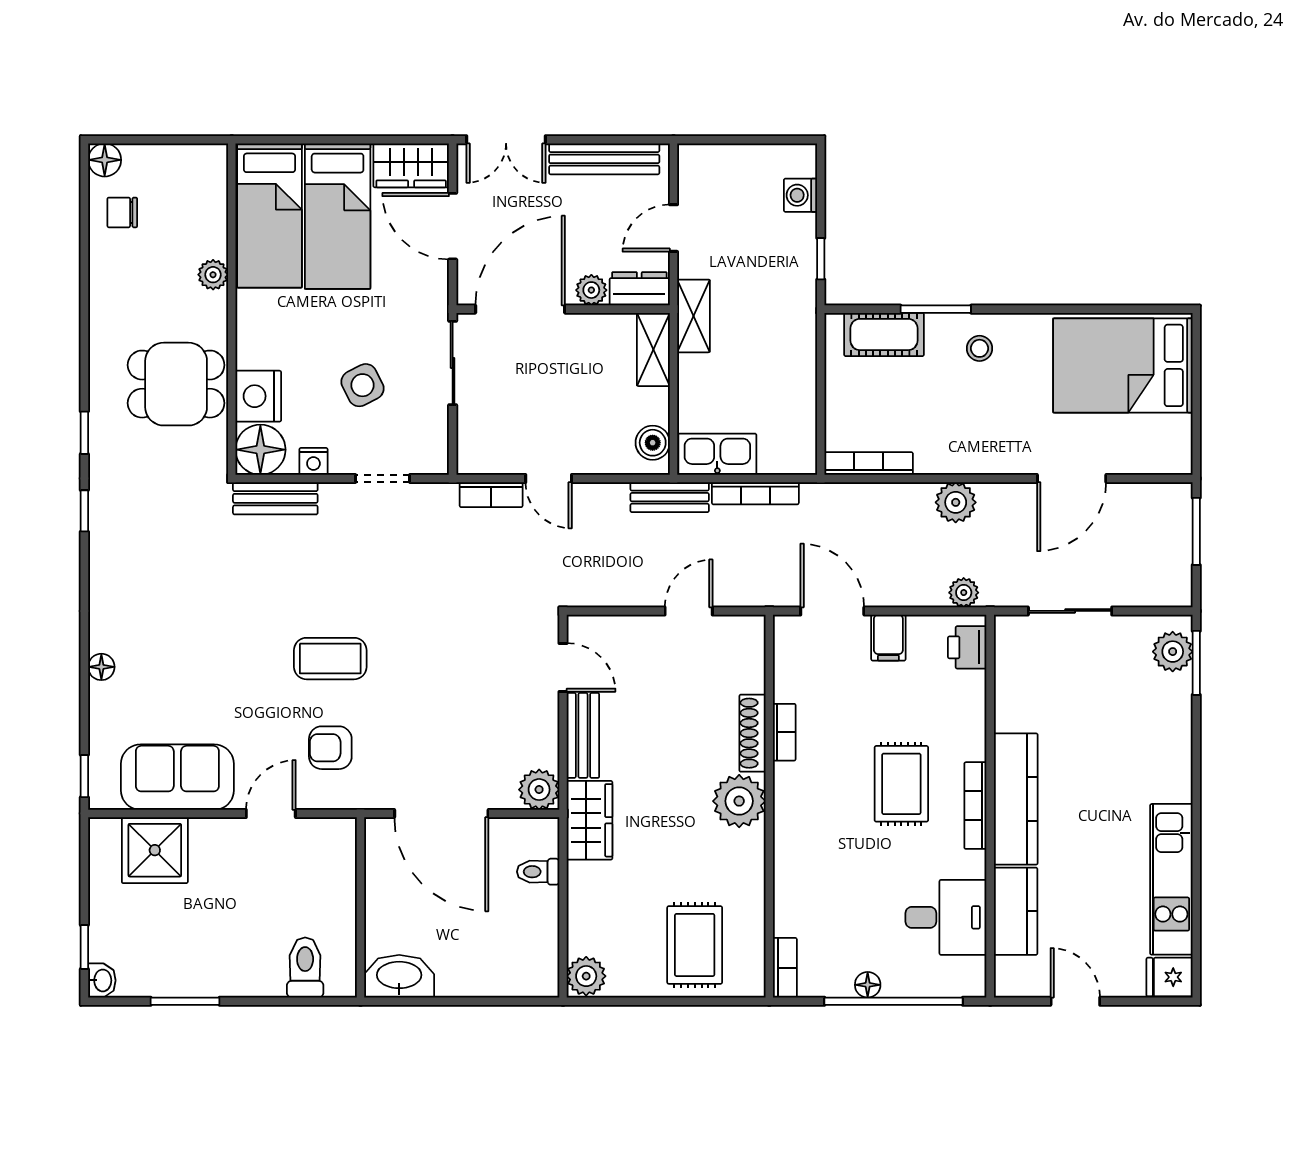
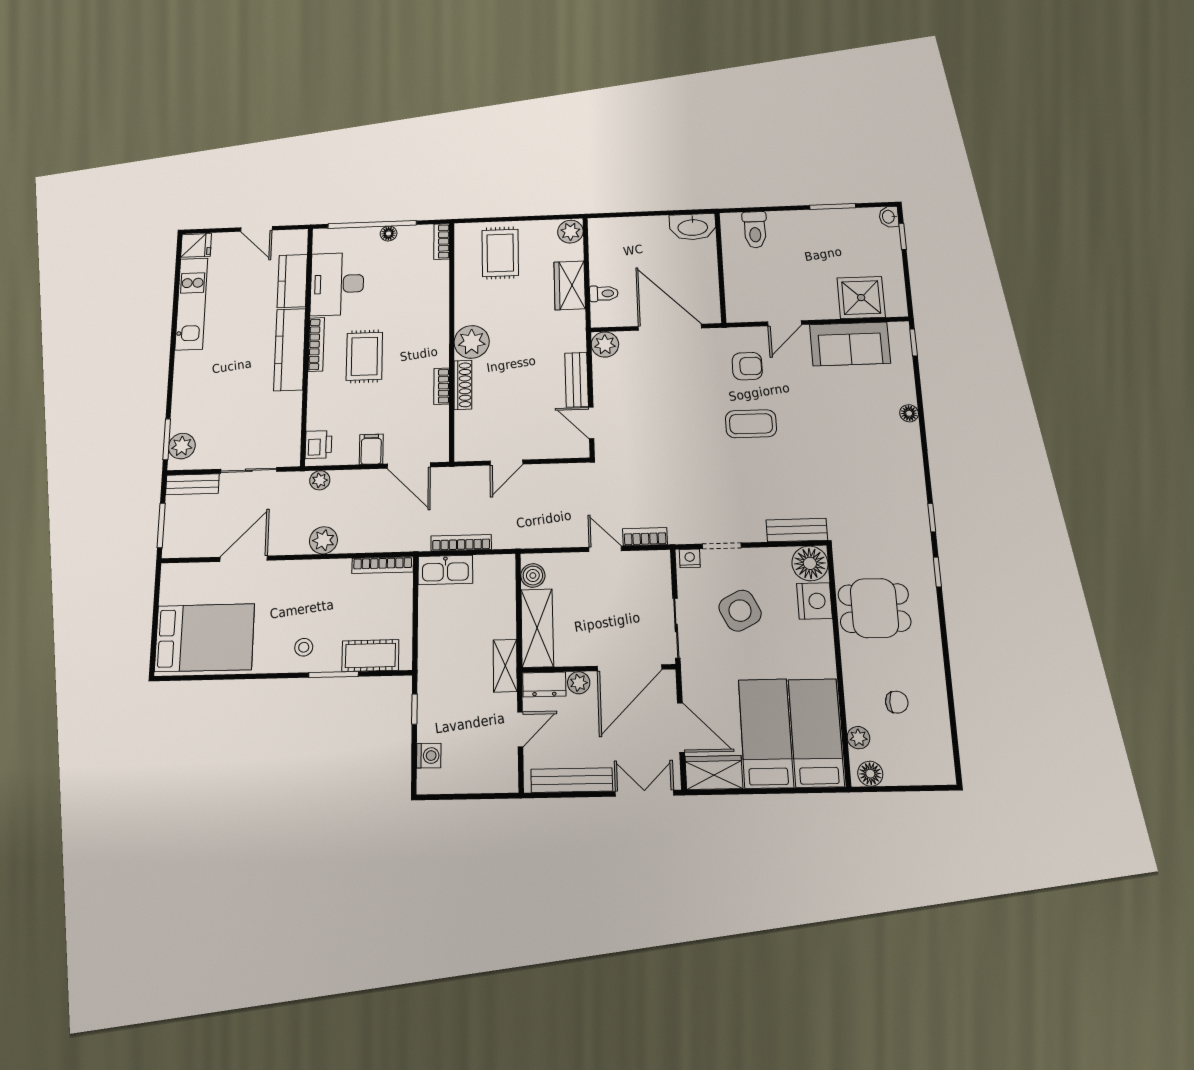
floor lamp: (105, 160) -> (870, 774), moved
chair: (122, 212) -> (897, 702), moved
plant: (213, 275) -> (858, 738), moved
shelving: (653, 349) -> (537, 628), width x1.50, depth x1.33
side table: (362, 385) -> (740, 611), width x1.37, depth x1.37
kitchen sink: (717, 454) -> (445, 570), moved
nightstand: (313, 461) -> (690, 558), moved
bench: (670, 497) -> (192, 484), moved
wardrobe: (590, 820) -> (570, 285), moved
desk: (946, 917) -> (337, 284), width x1.37

